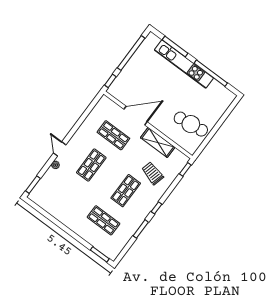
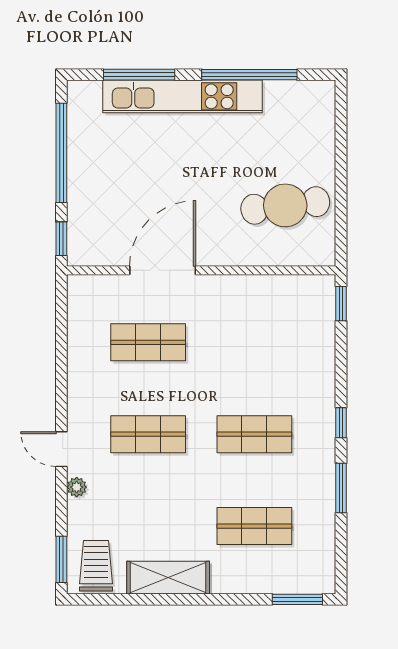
shelving: (158, 142) -> (168, 578), moved
shop shelf: (91, 165) -> (148, 434), turned 90
trolley: (153, 173) -> (96, 566), moved, turned 75
shop shelf: (126, 191) -> (254, 434), turned 90

